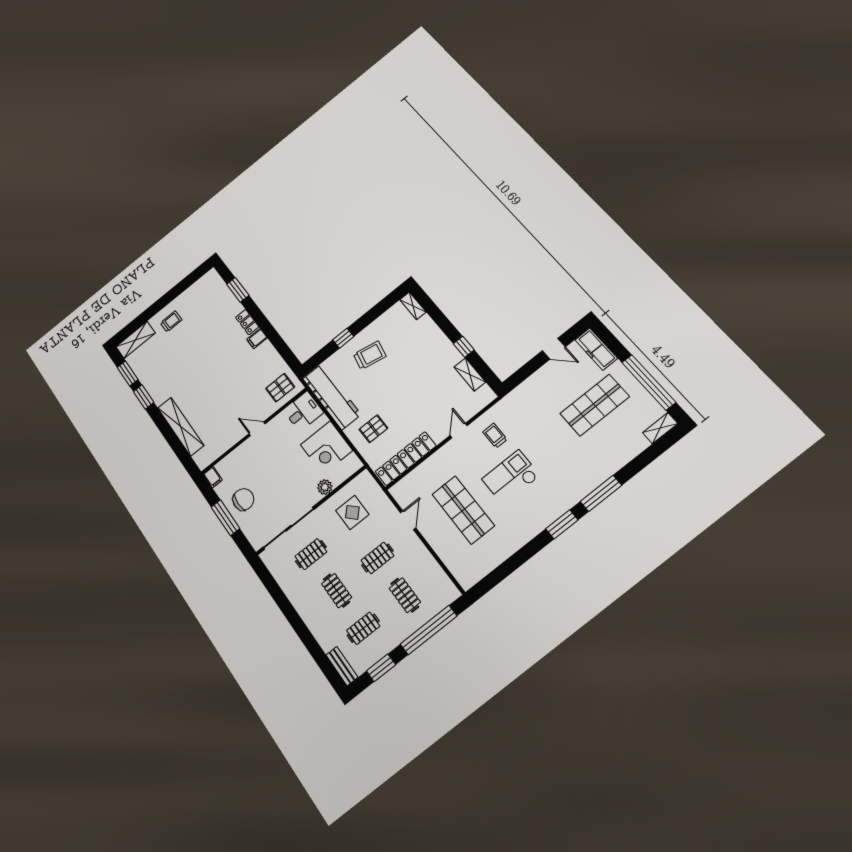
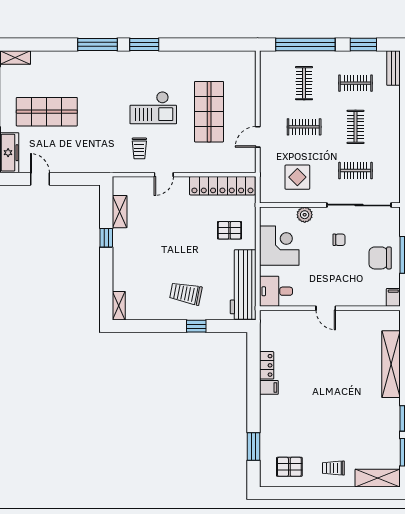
locker: (247, 322) -> (267, 365), moved
pallet: (280, 388) -> (289, 467), moved
chair: (284, 489) -> (339, 240), added

